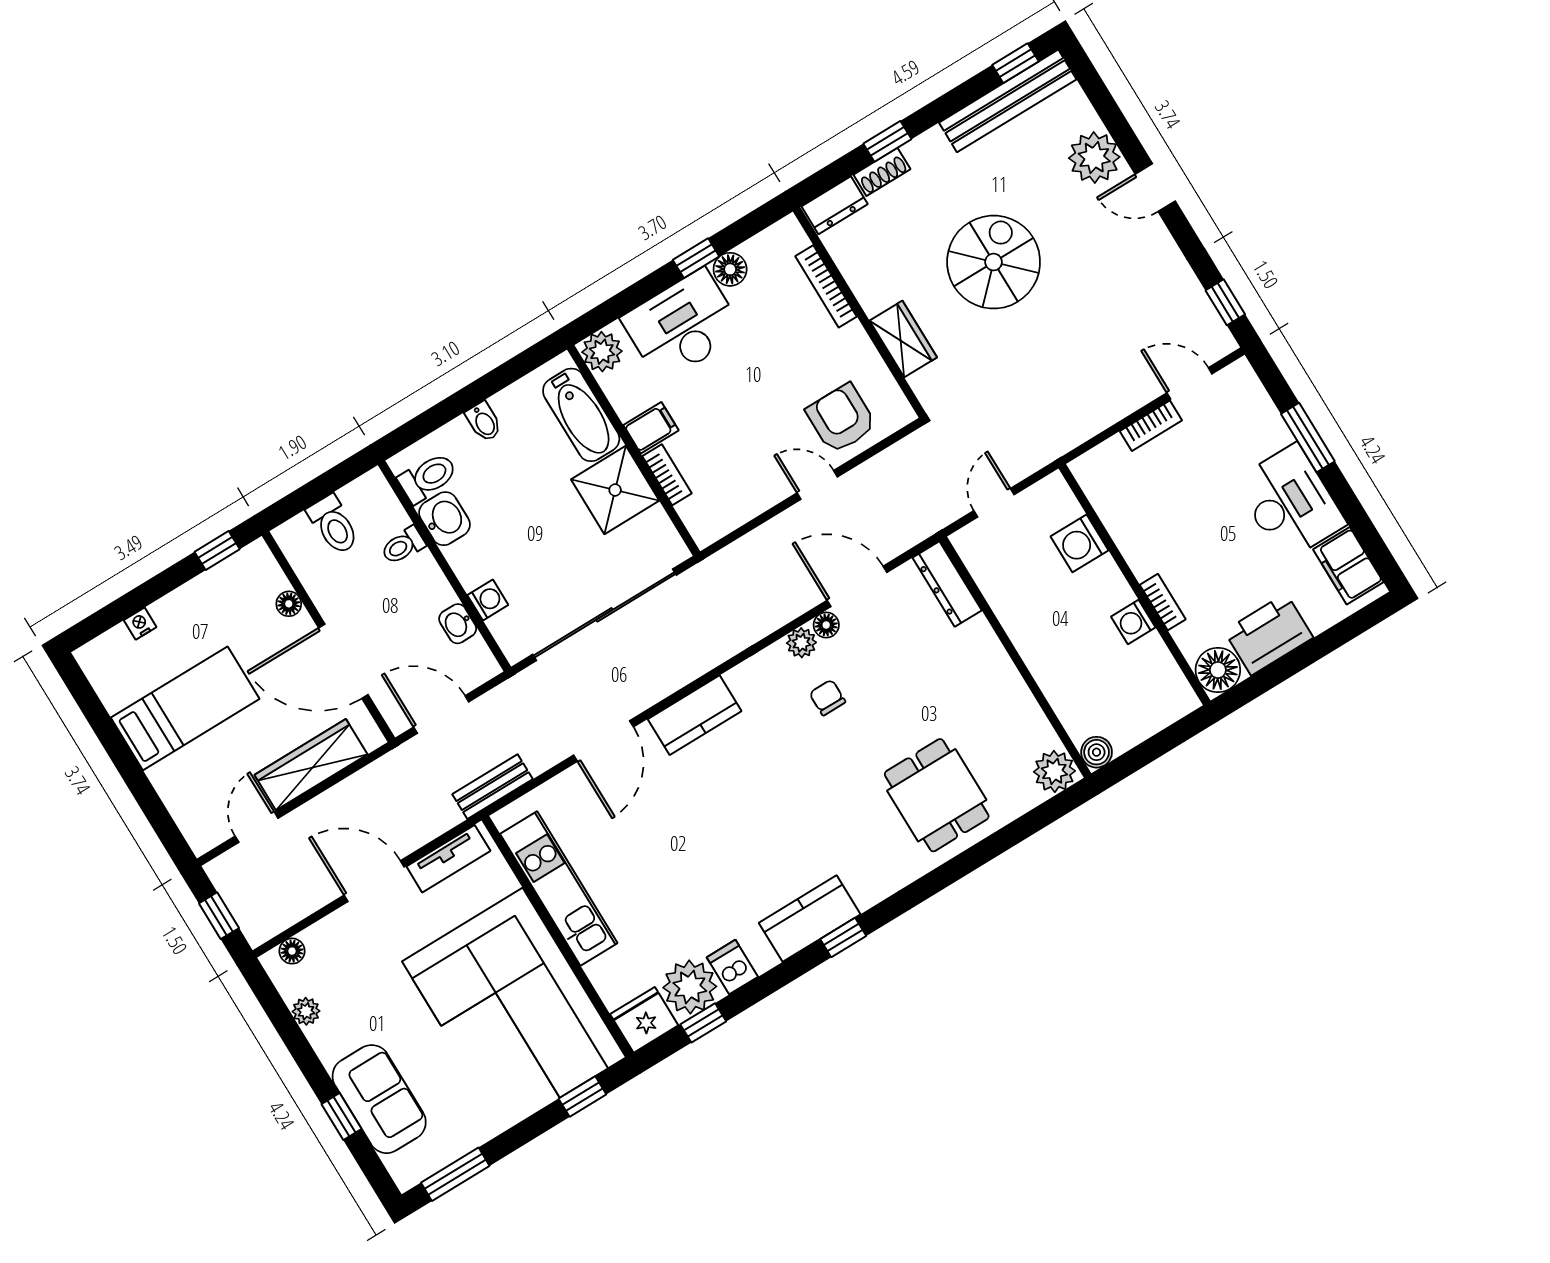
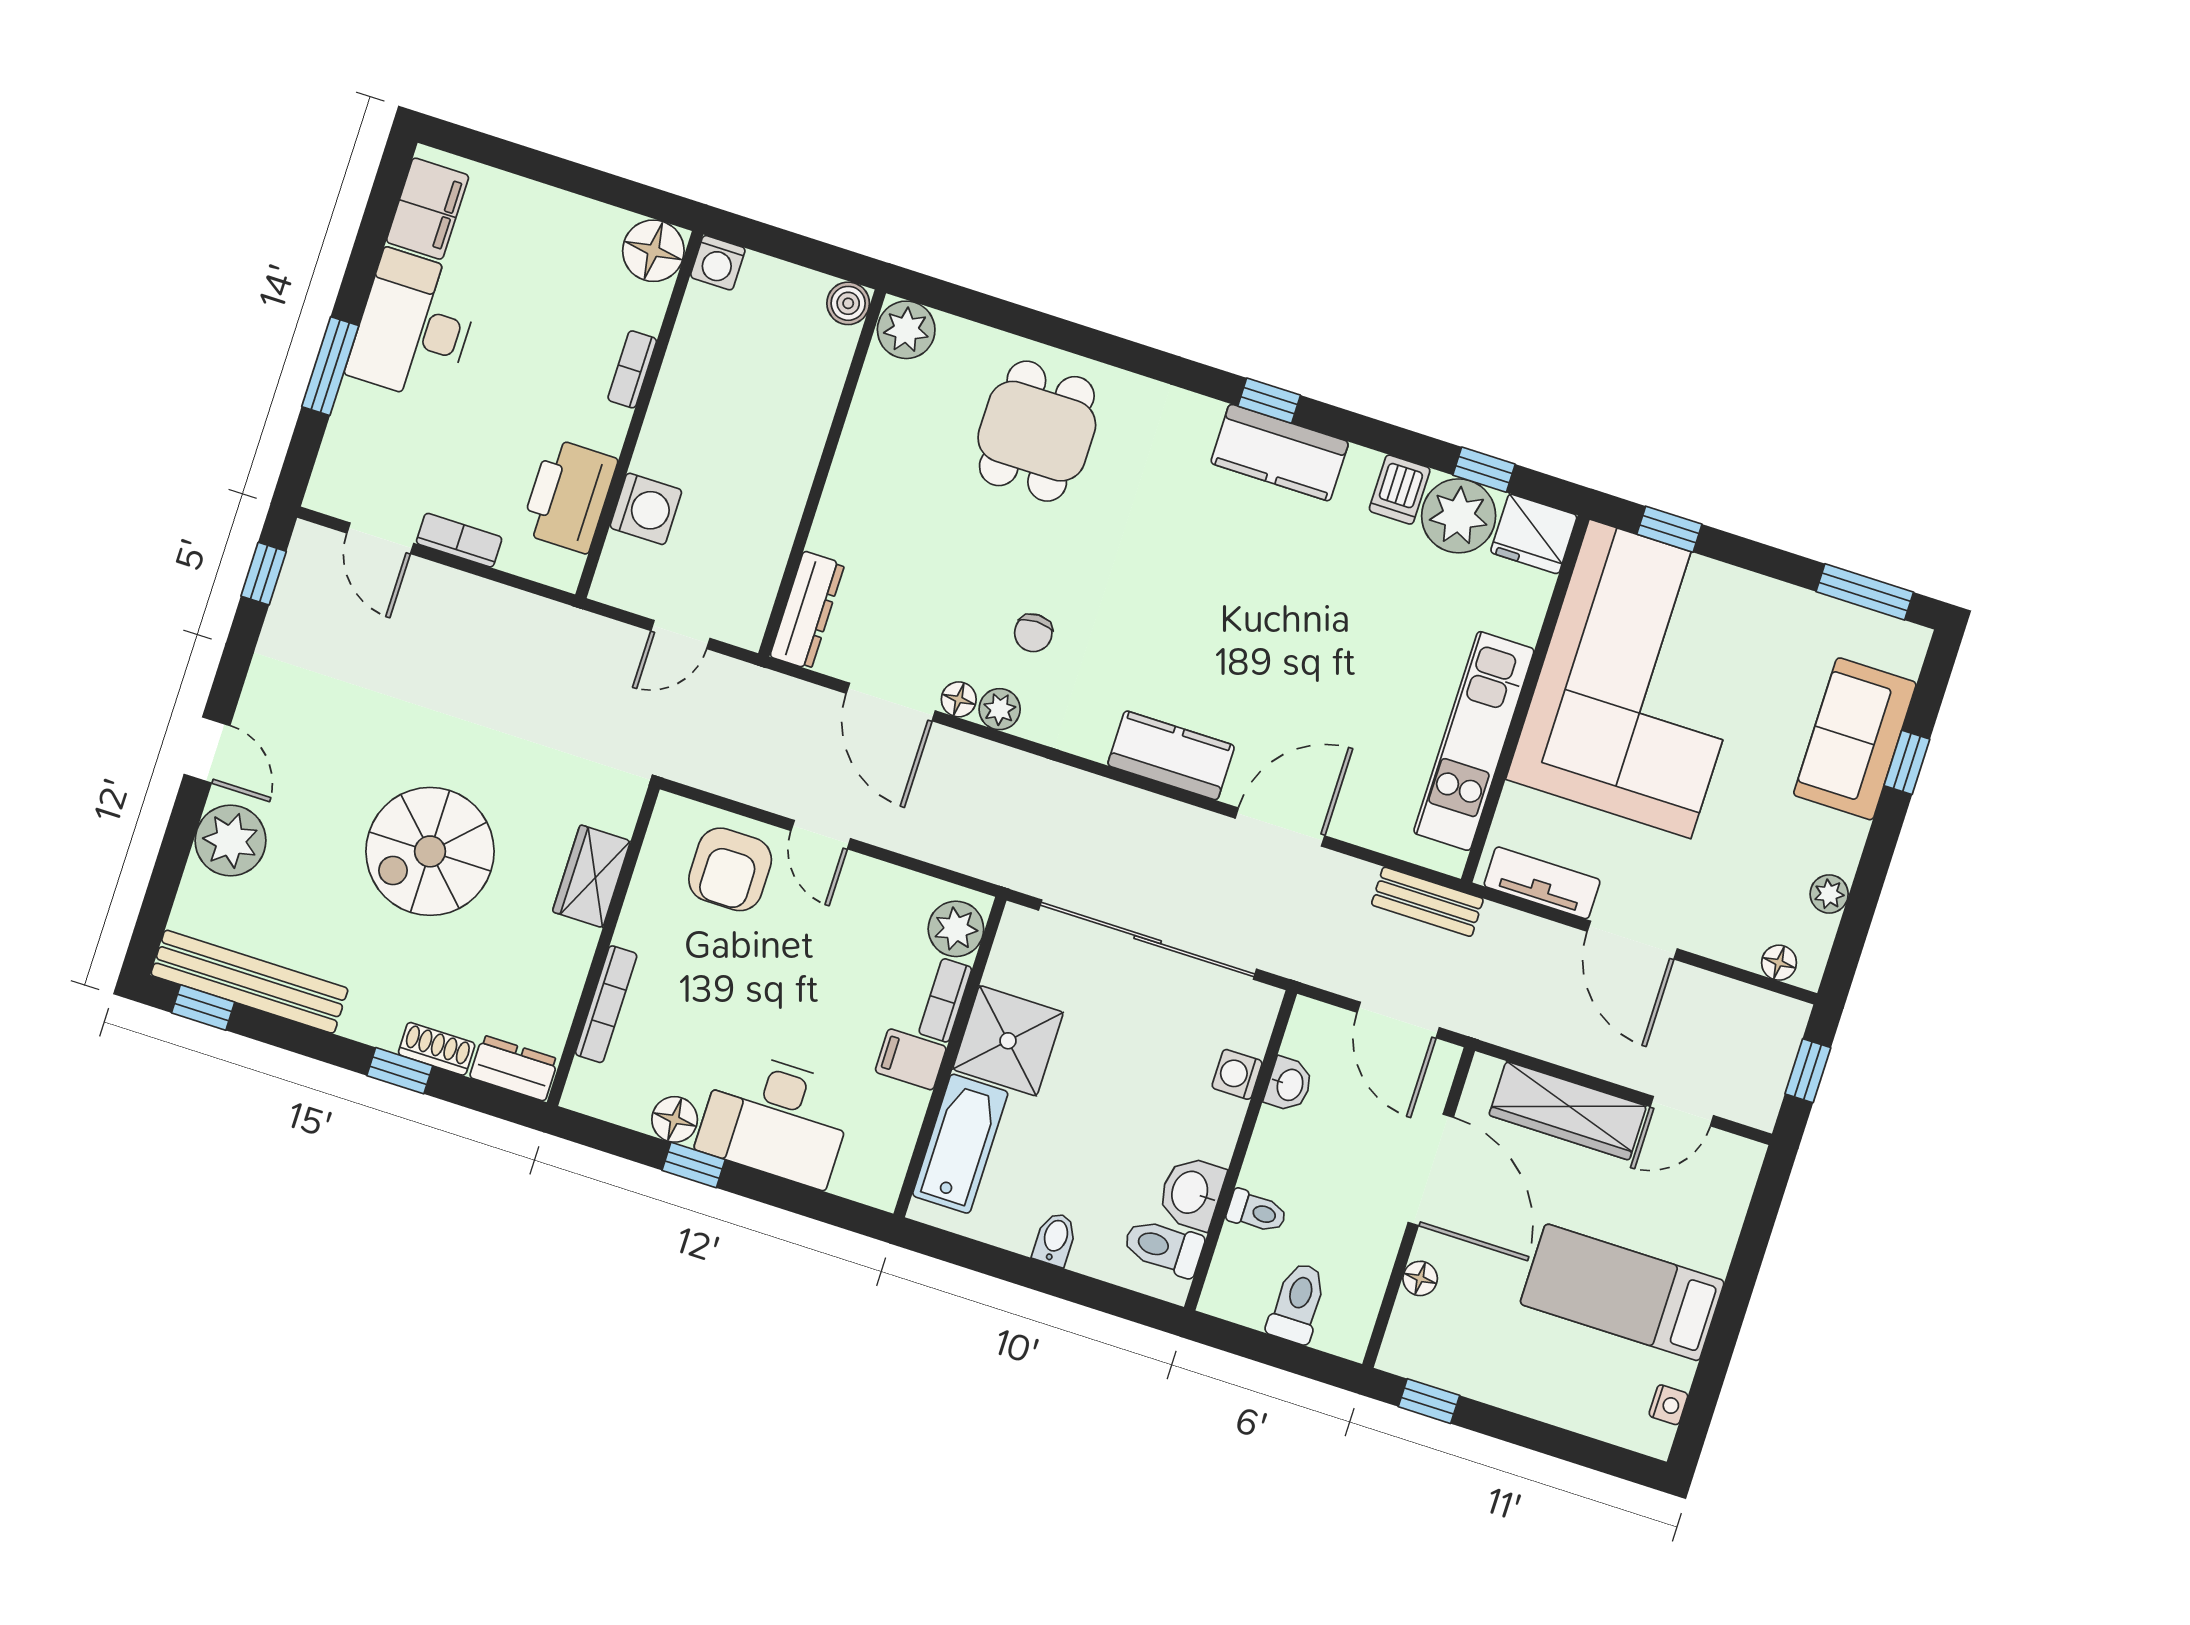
plant: (602, 352) -> (956, 929), moved
washing machine: (1133, 622) -> (718, 263), moved, turned 90
nightstand: (140, 624) -> (1668, 1405), moved, turned -90
printer: (1269, 634) -> (569, 496), moved, turned 90

